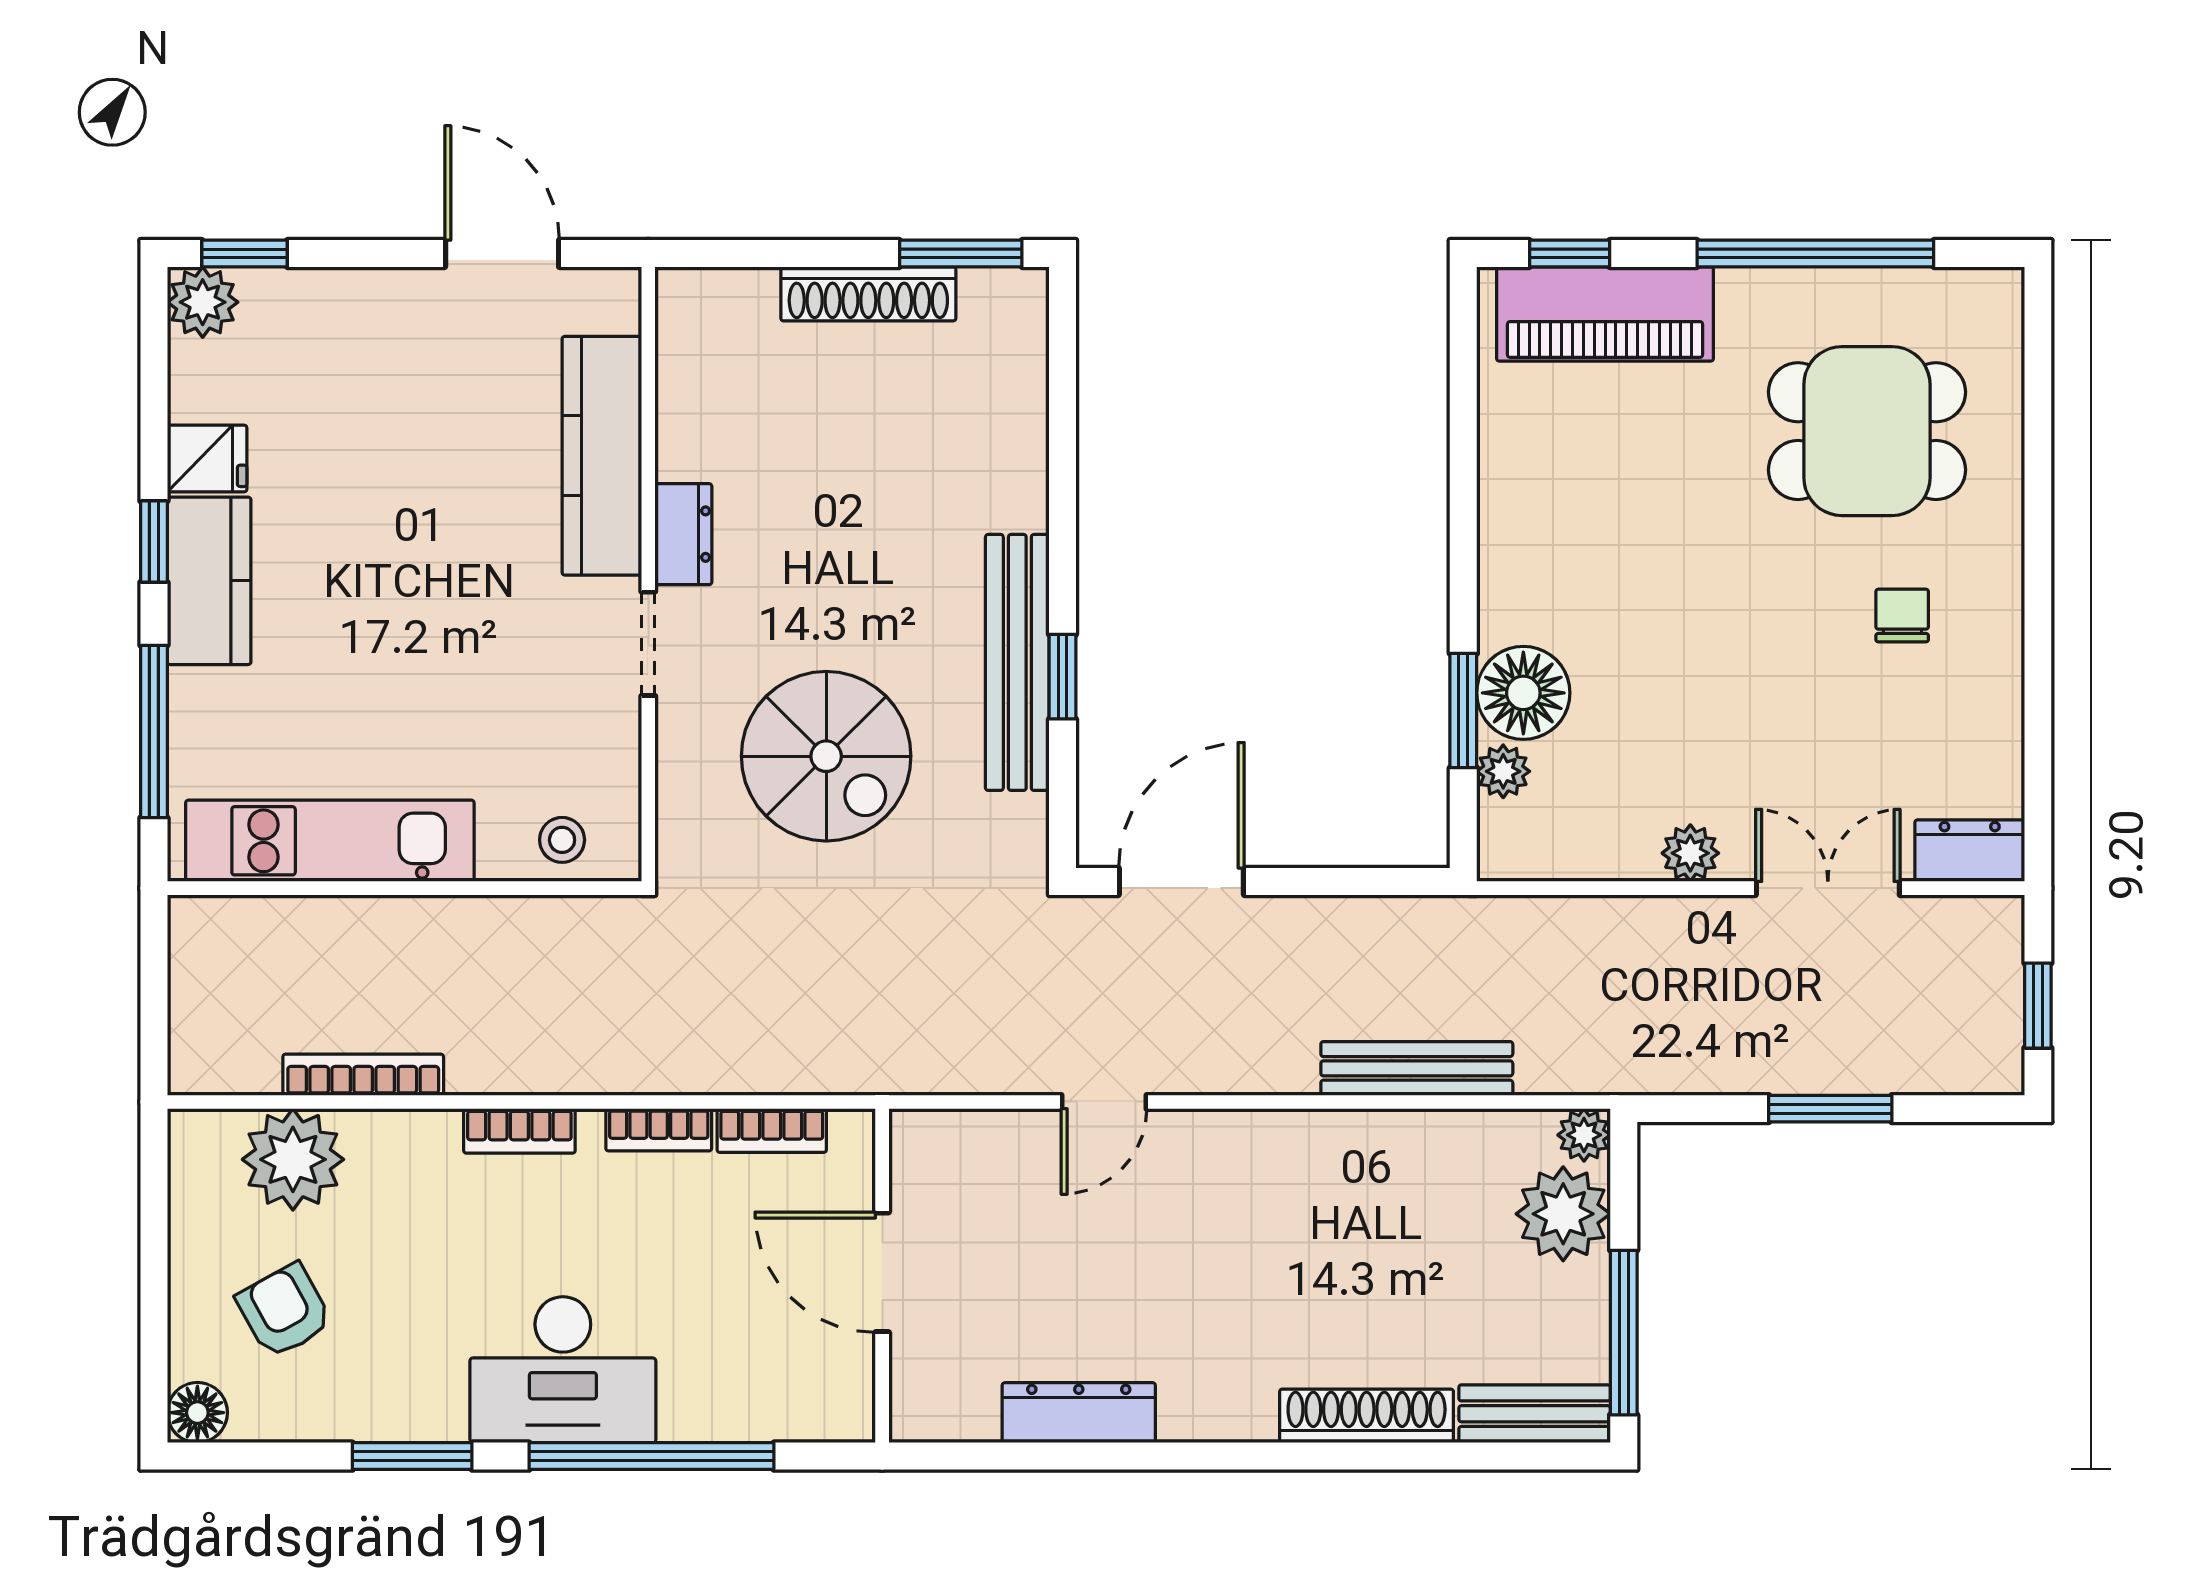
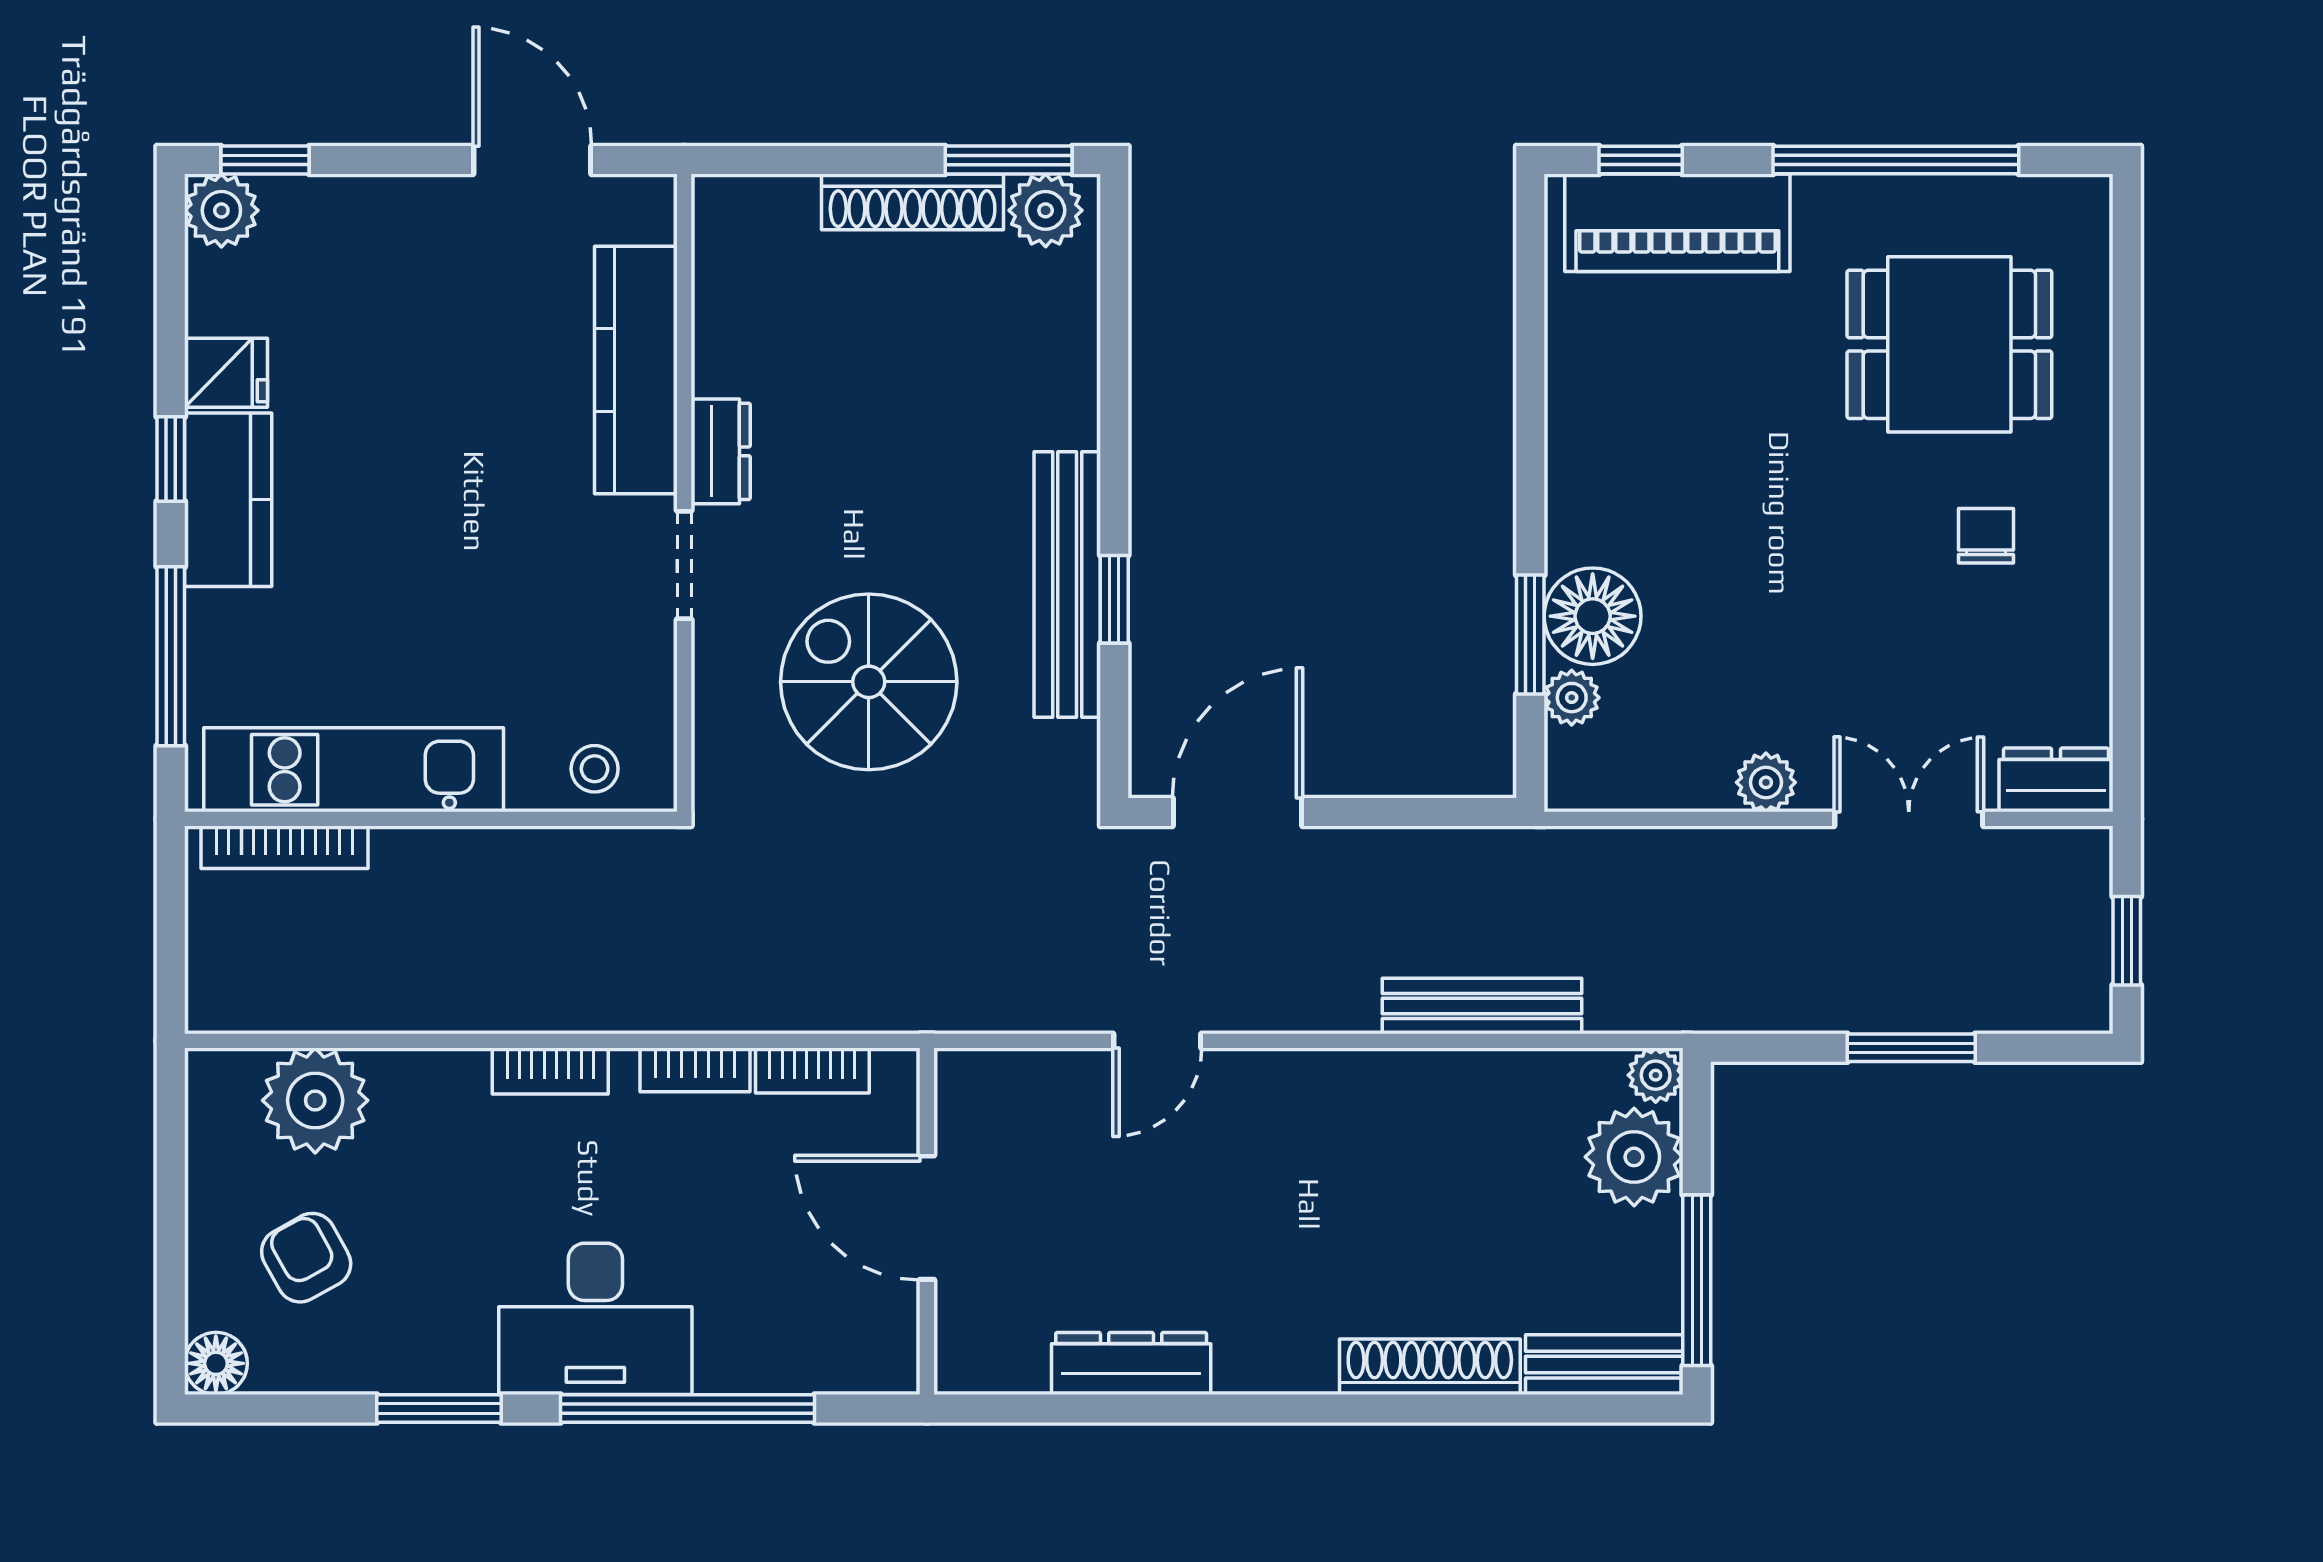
plant: (996, 302) -> (1046, 210), added
spiral stairs: (826, 756) -> (869, 682), turned 180
bookcase: (363, 1075) -> (284, 847), moved, turned 180

